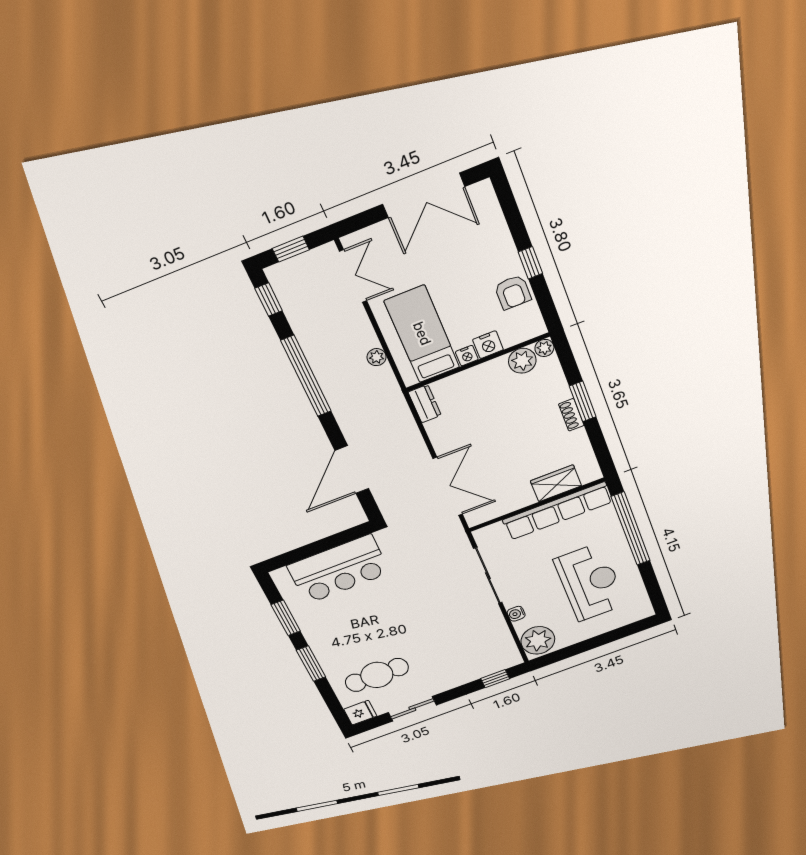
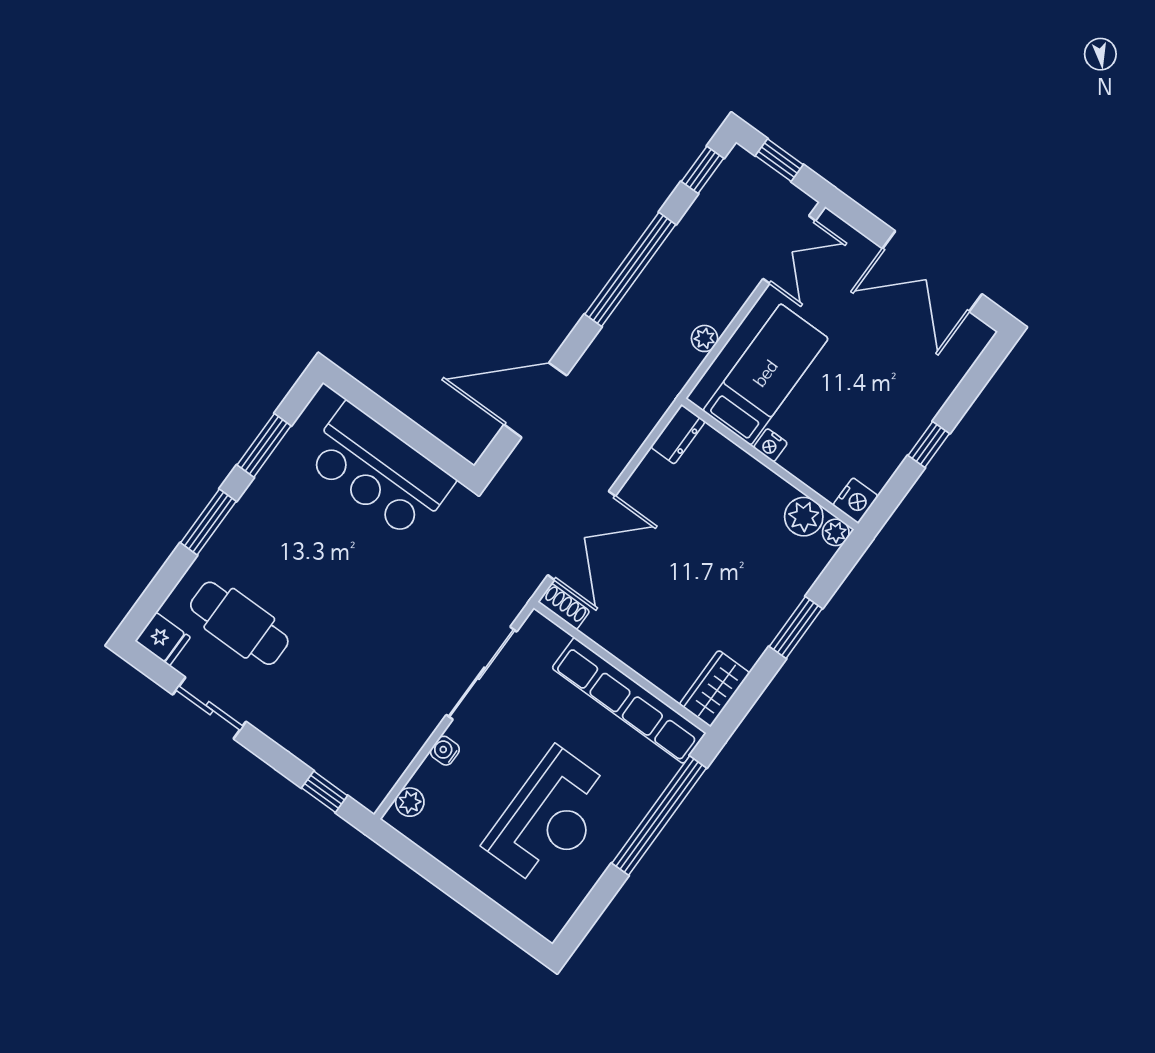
armchair: (513, 292) -> (881, 448), removed
nightstand: (488, 345) -> (855, 501), moved, turned -90
shoe rack: (571, 415) -> (564, 606), moved, turned 90
wardrobe: (556, 483) -> (714, 689), moved, turned -90
plant: (538, 640) -> (410, 802), width x0.53, depth x0.53

